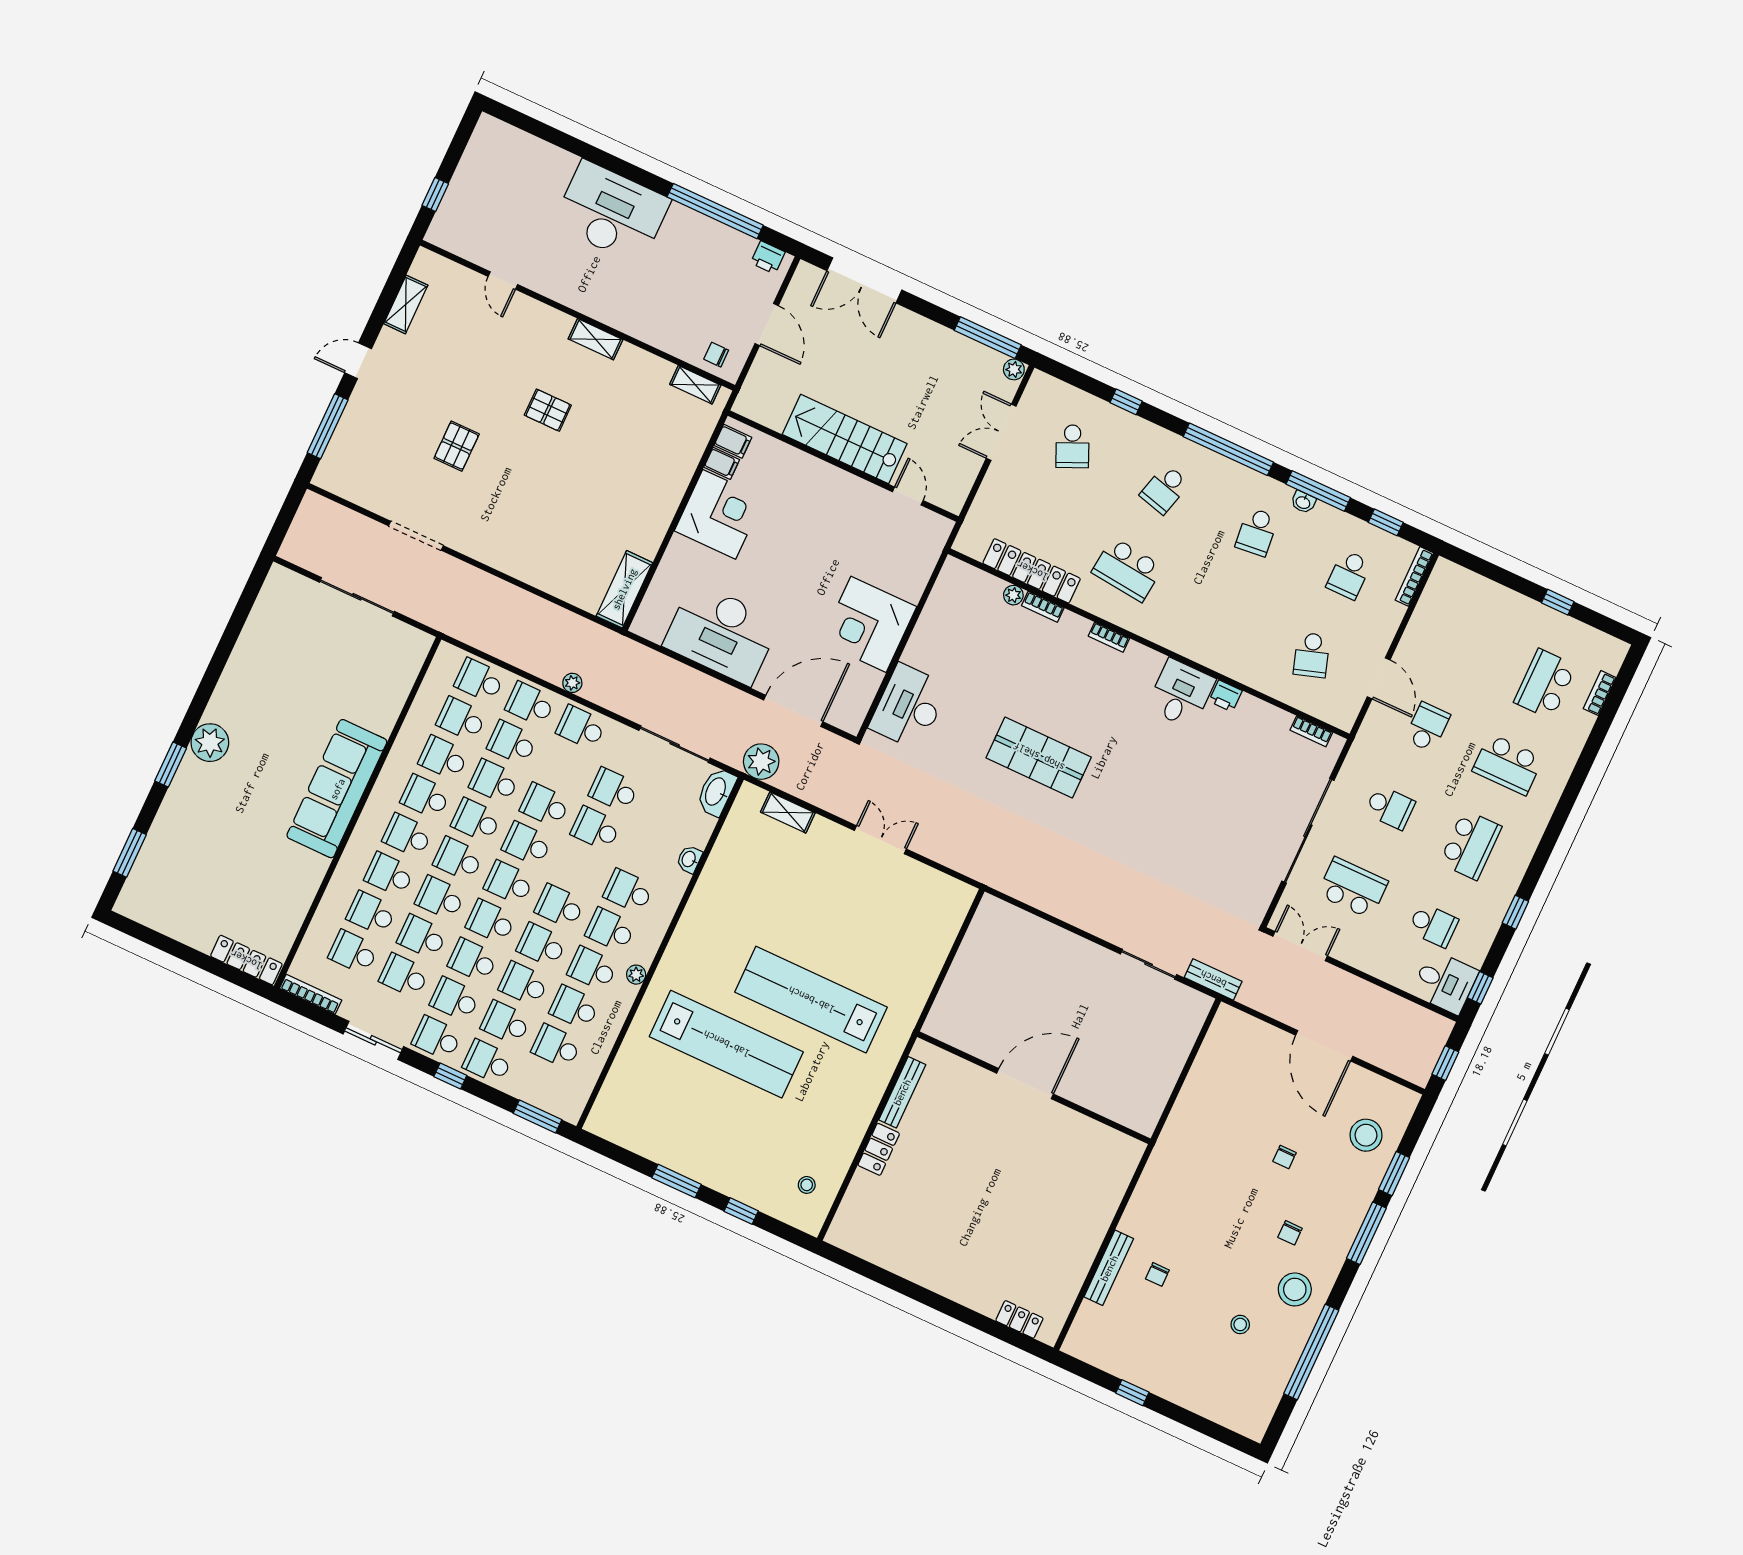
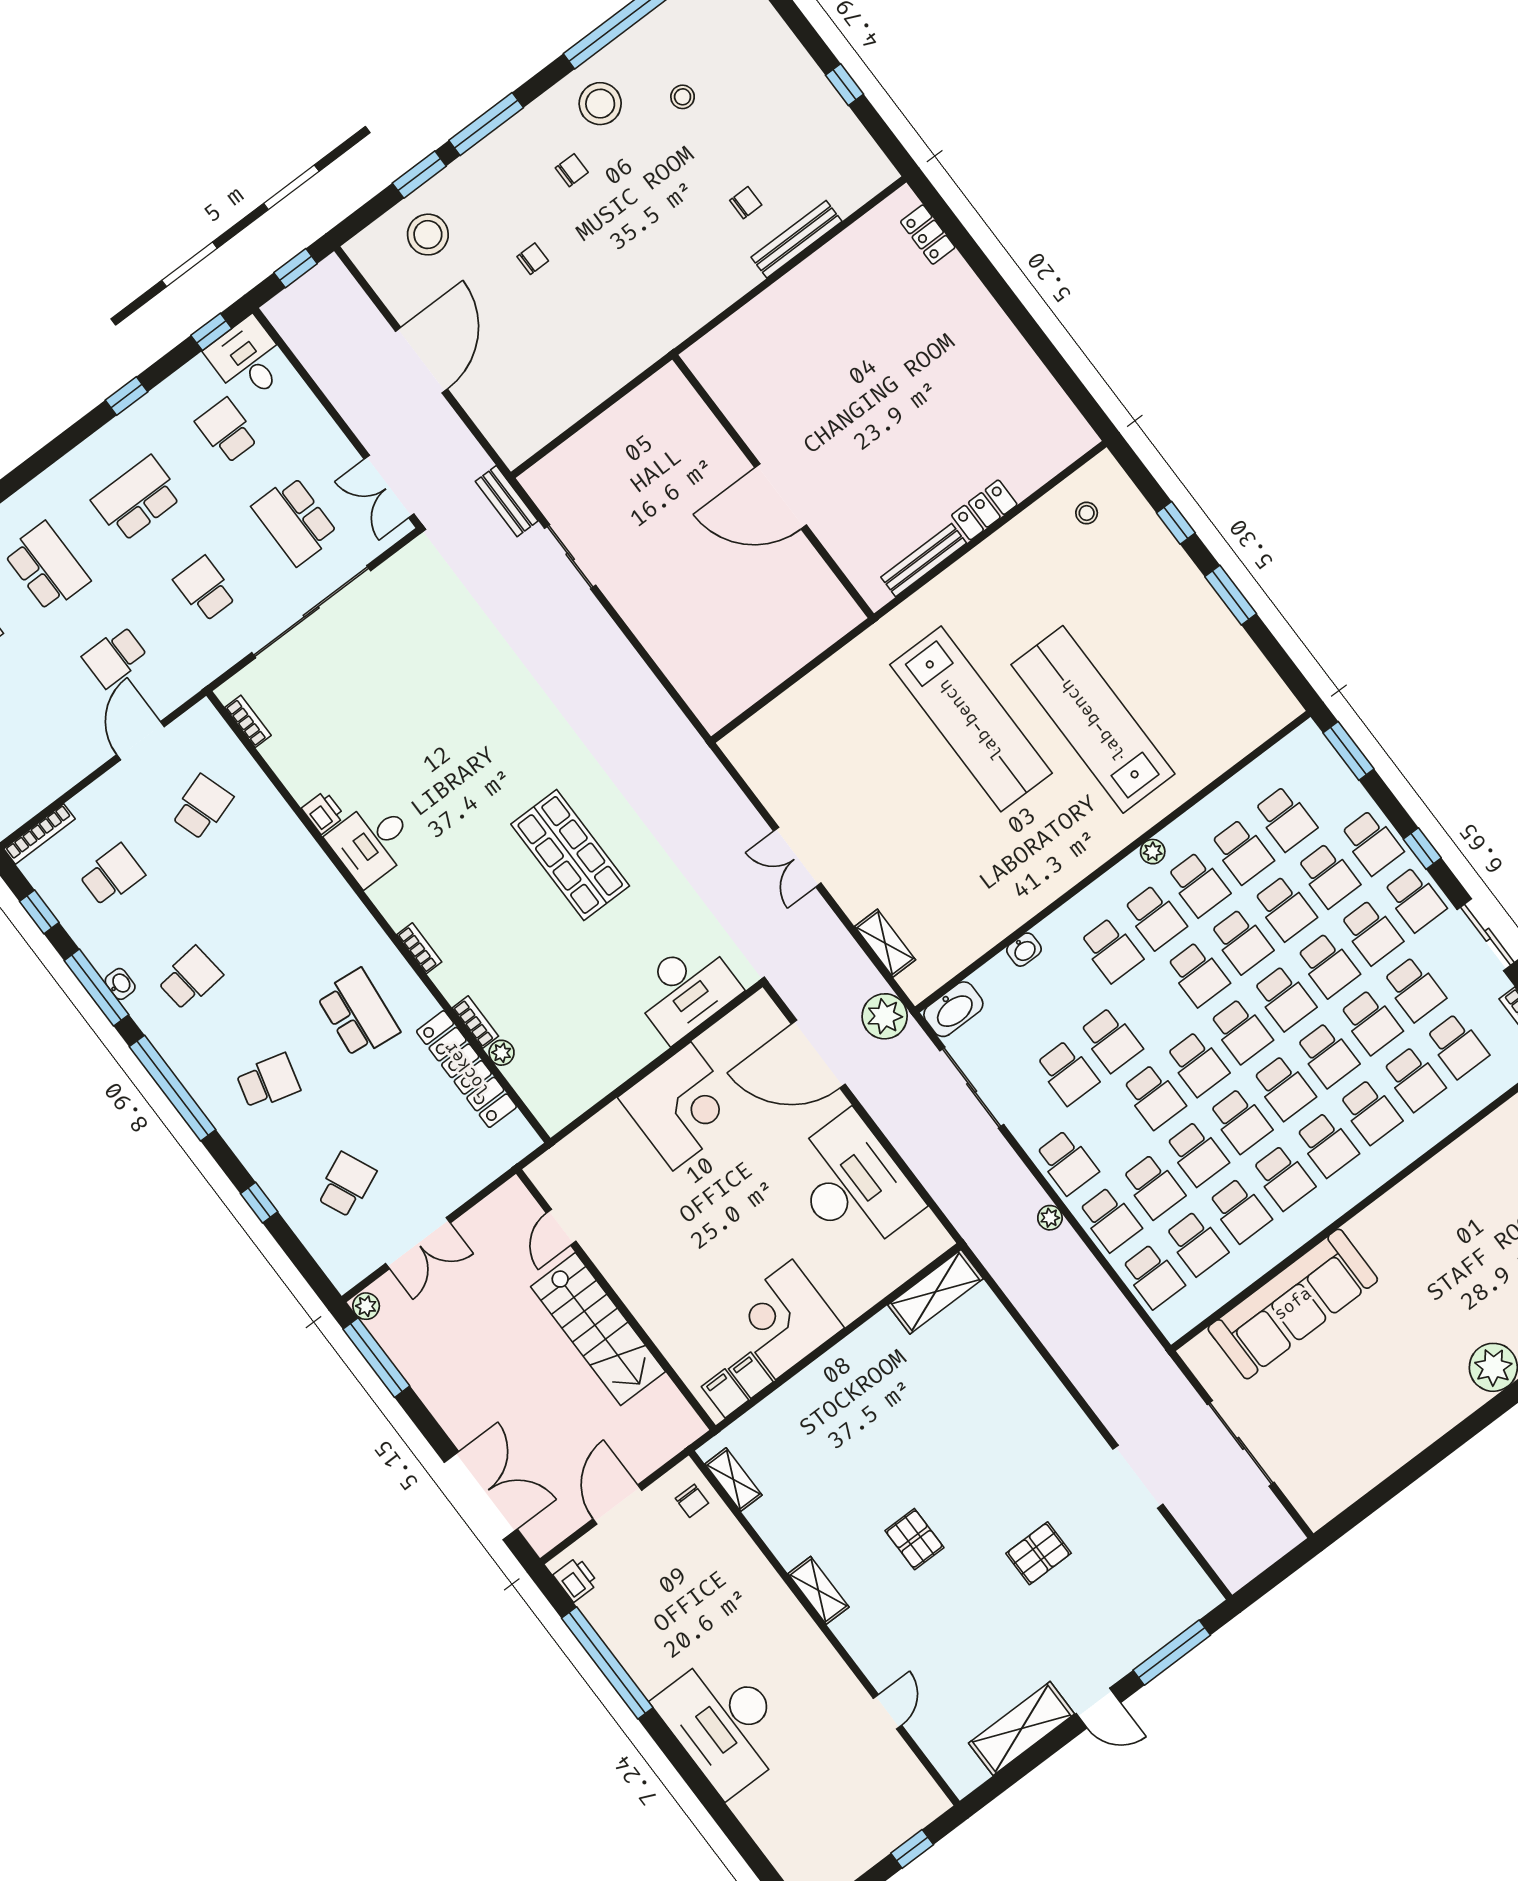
shelving: (406, 304) -> (1022, 1728), width x1.50, depth x1.33
sofa: (337, 789) -> (1293, 1304), moved

